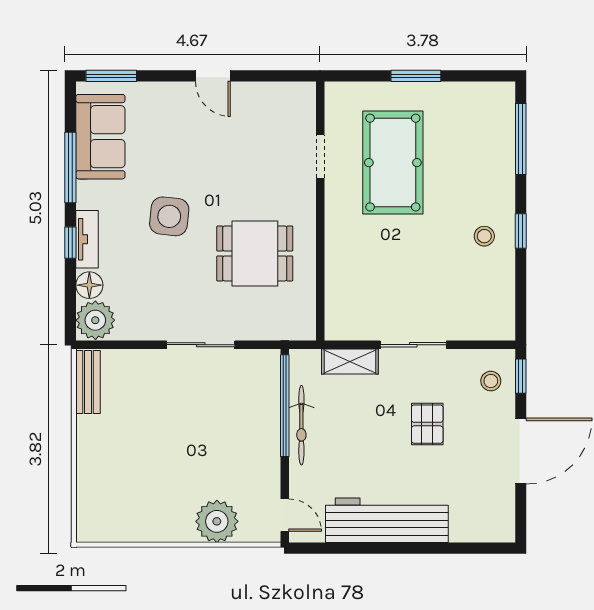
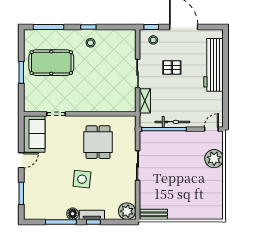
window: (111, 76) -> (21, 193), moved
sofa: (100, 137) -> (34, 134), moved, turned 90
pool table: (393, 163) -> (51, 63), moved
floor lamp: (89, 285) -> (73, 214), moved
workbench: (387, 520) -> (214, 65), moved

